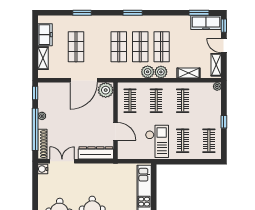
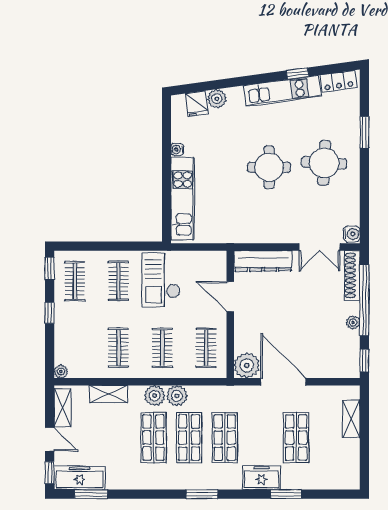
freezer: (45, 35) -> (261, 478), moved, turned 90
door: (84, 80) -> (283, 382), hinge flipped
window: (224, 148) -> (50, 269), added

